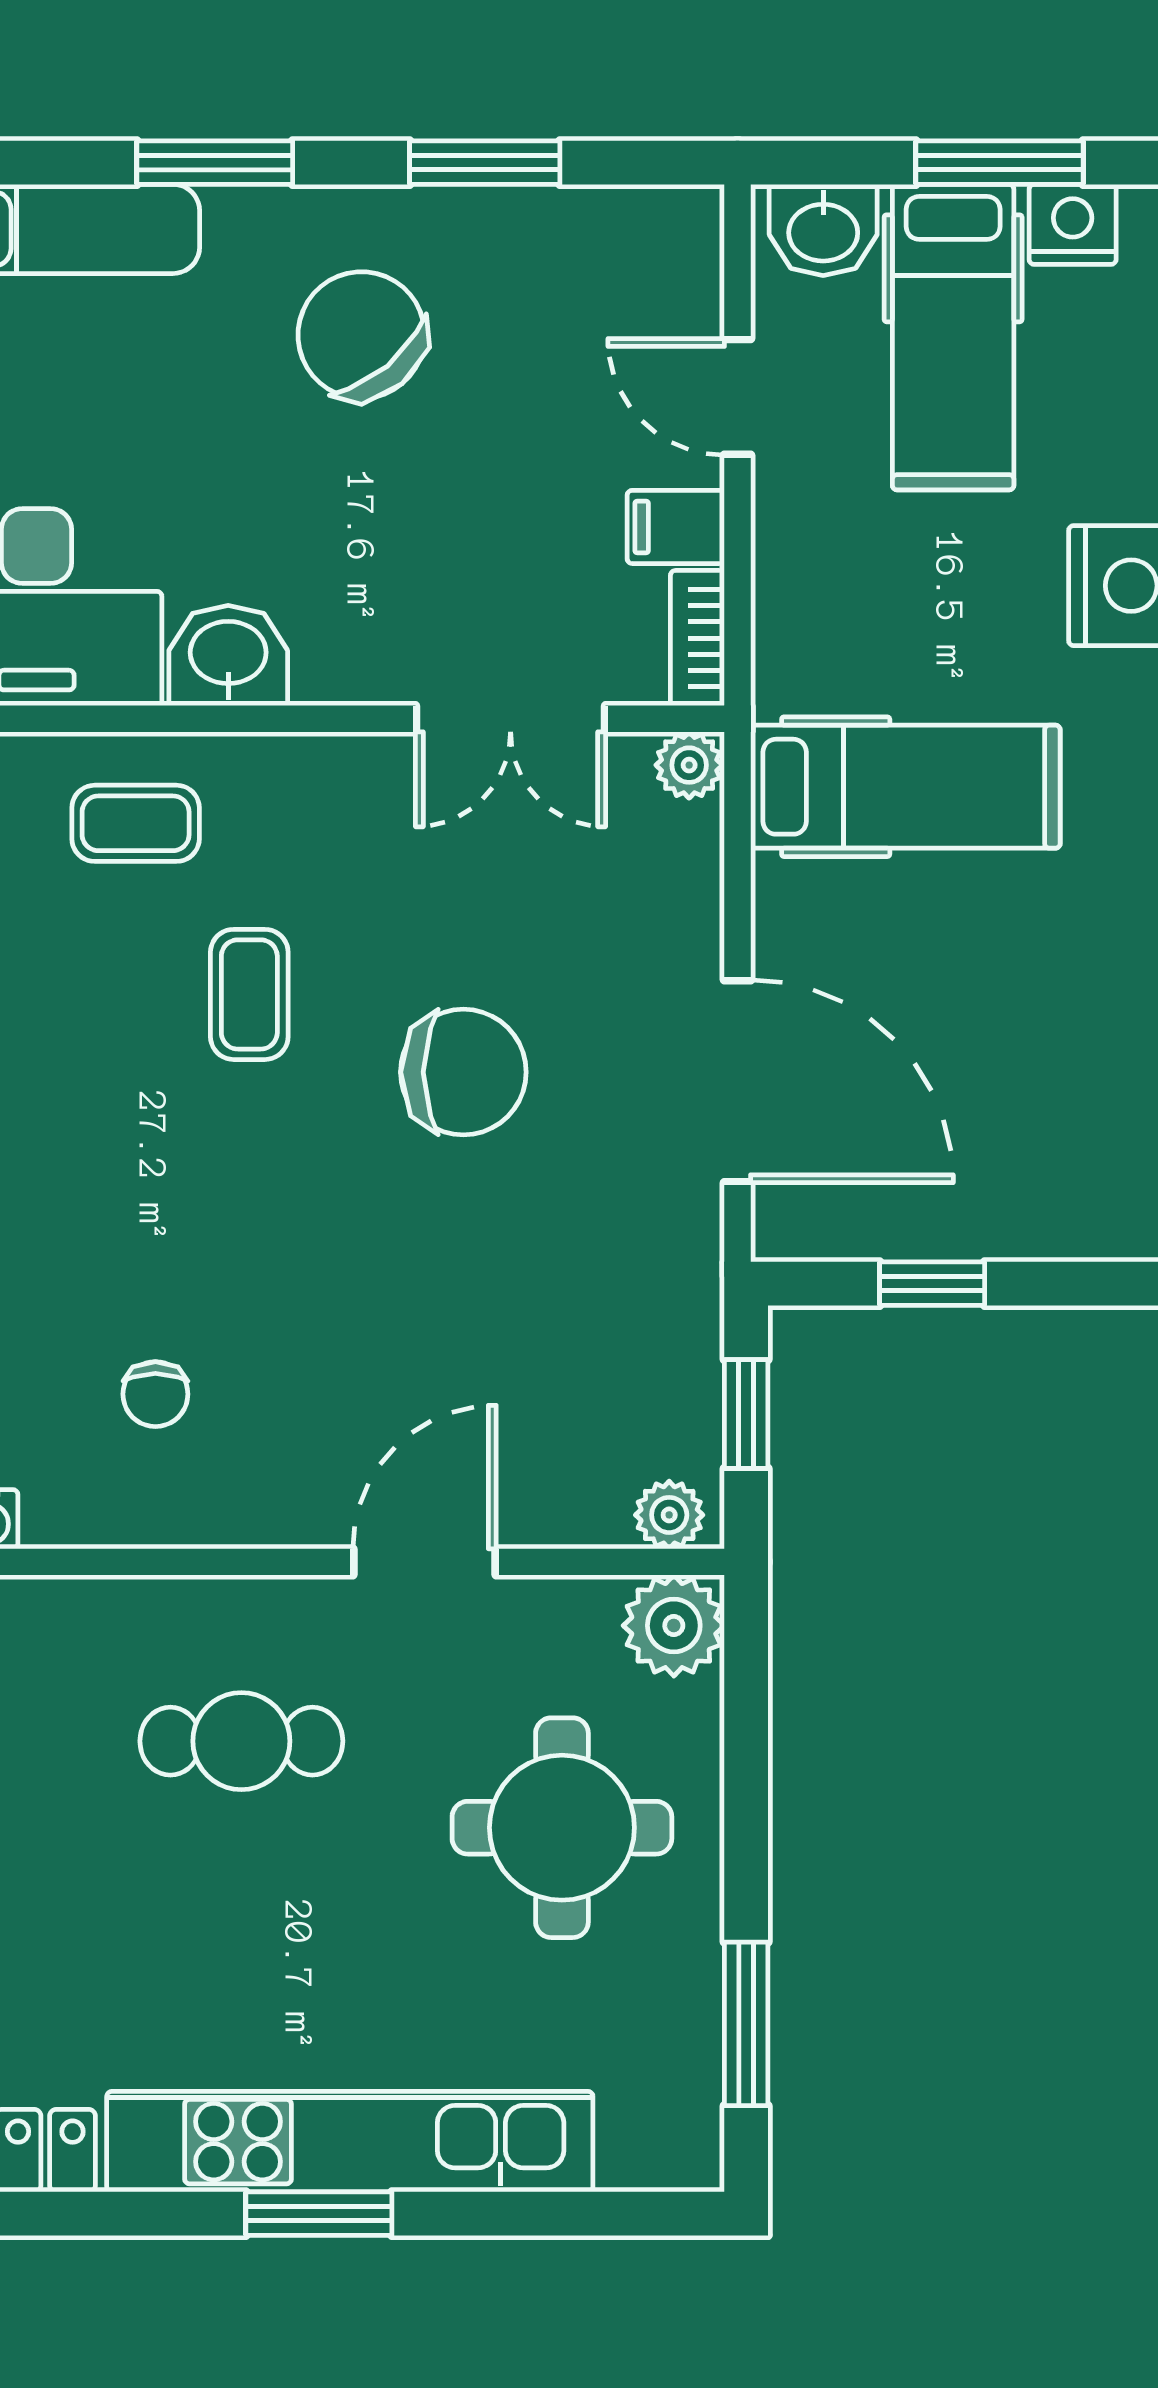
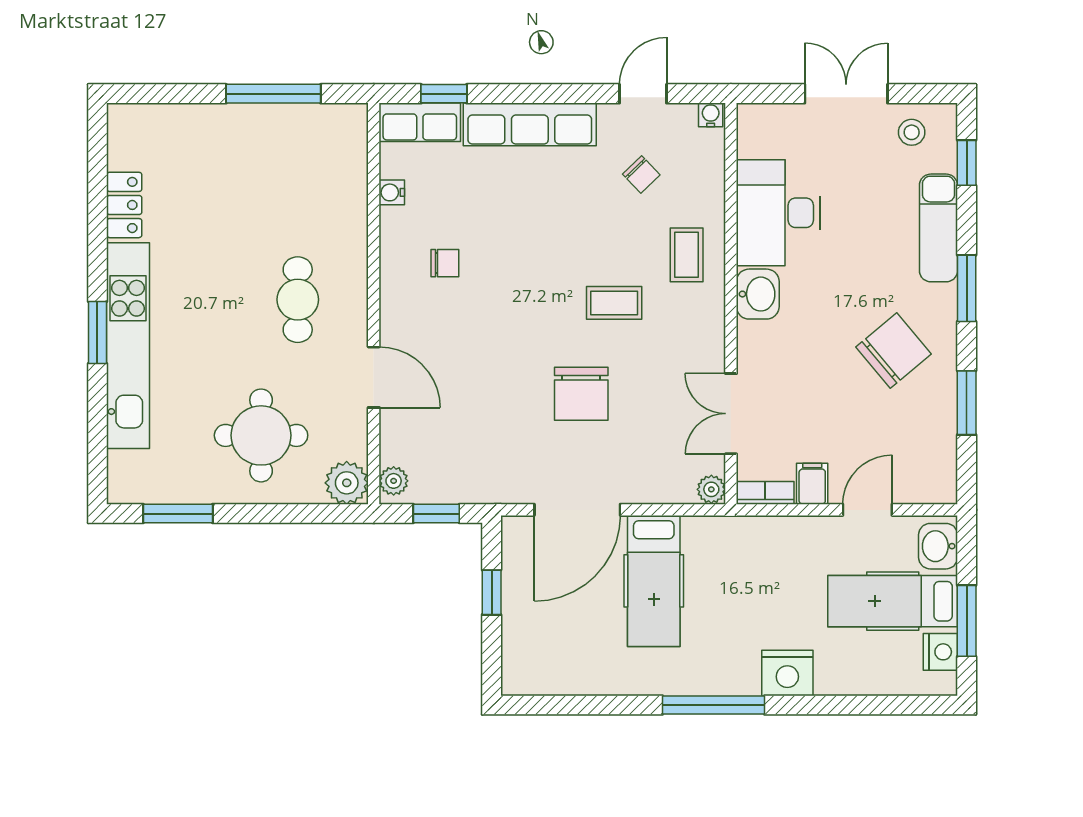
hospital bed: (905, 787) -> (654, 581), moved
chair: (155, 1394) -> (445, 263), turned 180

